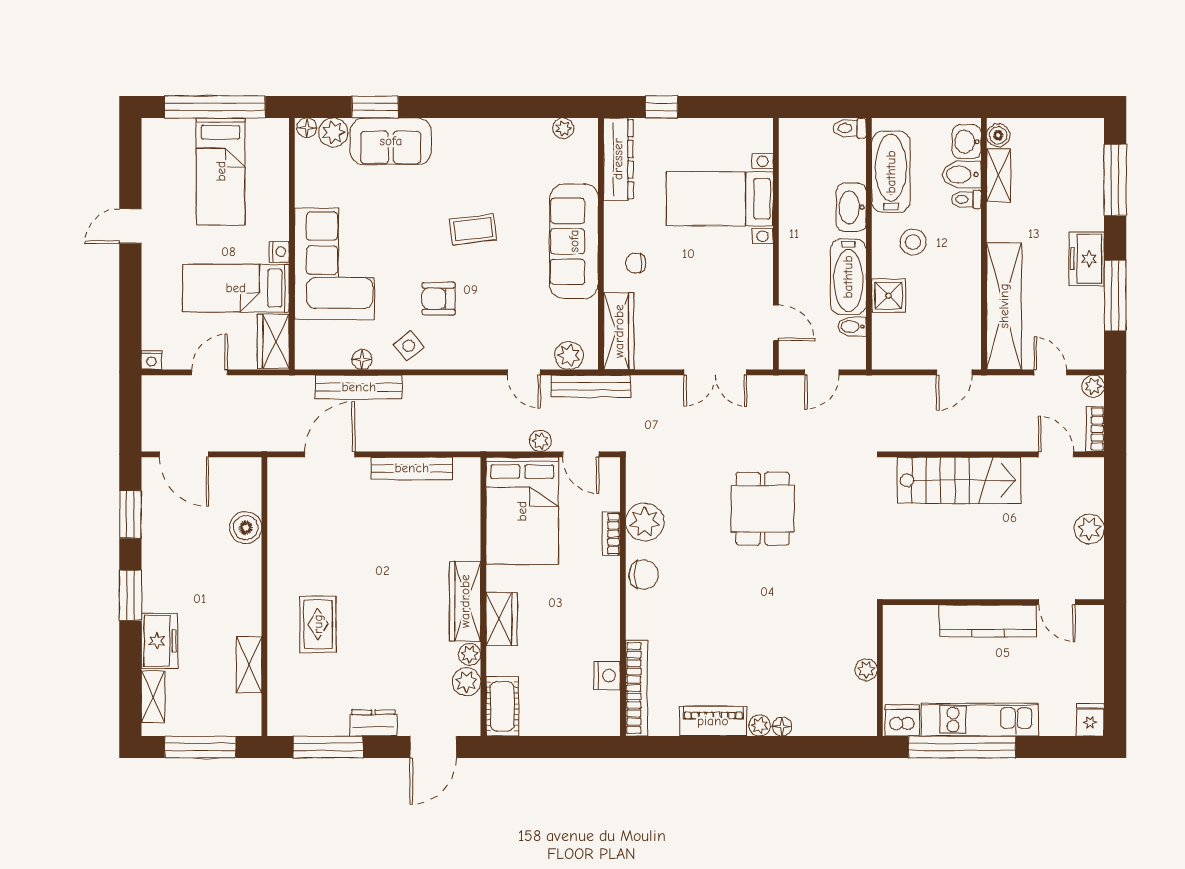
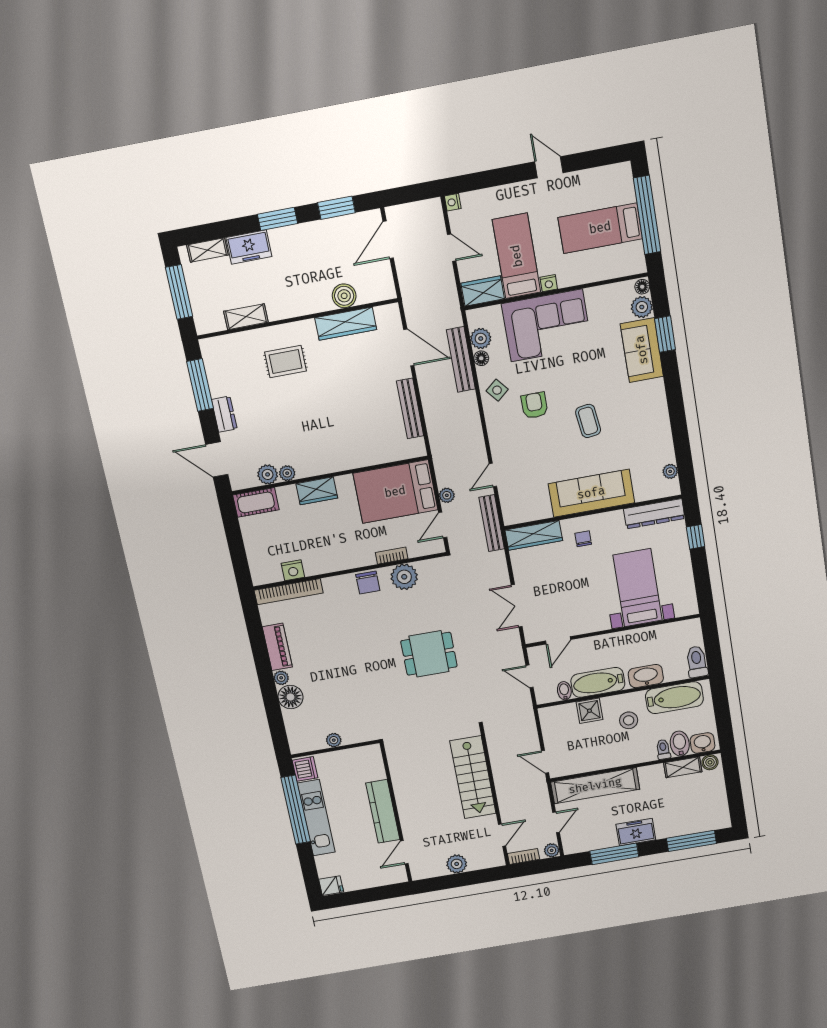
toilet: (850, 128) -> (697, 662), width x1.37, depth x1.39
plant: (569, 355) -> (481, 339), moved
wardrobe: (465, 601) -> (346, 324), moved, turned 180
floor lamp: (782, 727) -> (290, 697), width x1.89, depth x1.89

